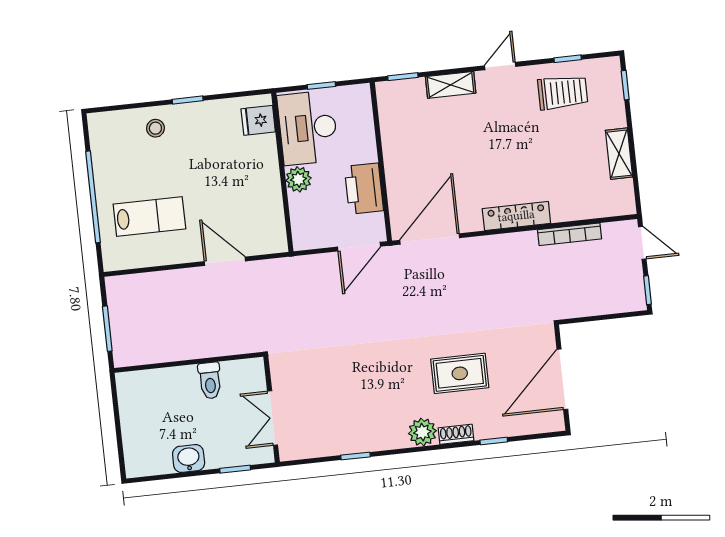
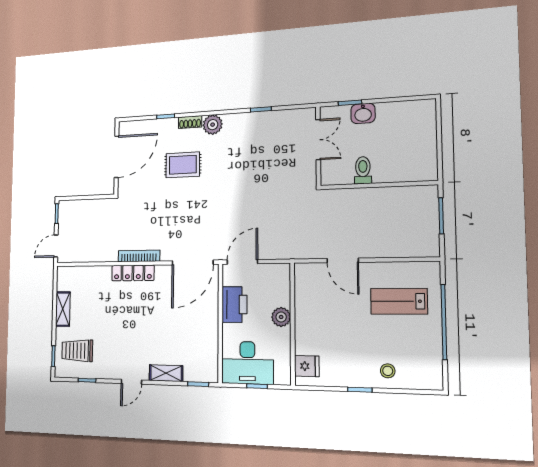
trolley: (563, 92) -> (77, 351), moved
desk: (308, 128) -> (247, 363), moved, turned 90
bookcase: (570, 234) -> (139, 256), moved
door: (642, 243) -> (56, 246), hinge flipped
washbasin: (189, 458) -> (363, 113), moved

